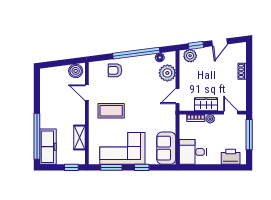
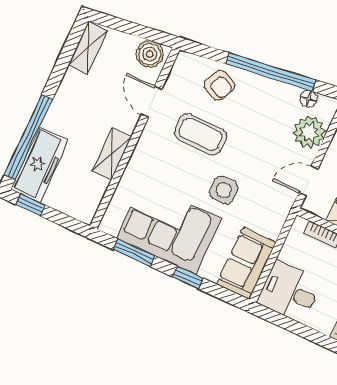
armchair: (115, 70) -> (219, 85), turned -153
shelving: (45, 81) -> (88, 48), added
coffee table: (111, 111) -> (201, 134), moved
side table: (140, 119) -> (224, 190), added
shelving: (80, 138) -> (112, 154), moved
window: (71, 167) -> (30, 205), moved

